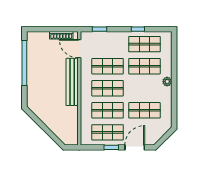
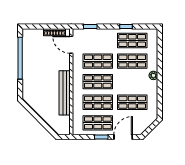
bench: (72, 82) -> (65, 93), moved

